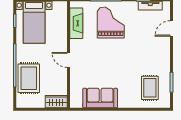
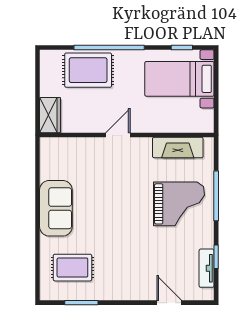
sofa: (100, 98) -> (56, 208), moved

